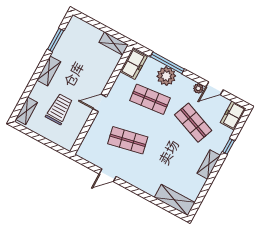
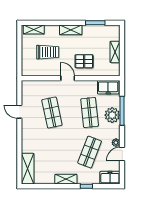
shelving: (114, 44) -> (115, 52), moved
pallet: (91, 75) -> (84, 61), added
door: (215, 88) -> (122, 154), hinge flipped

